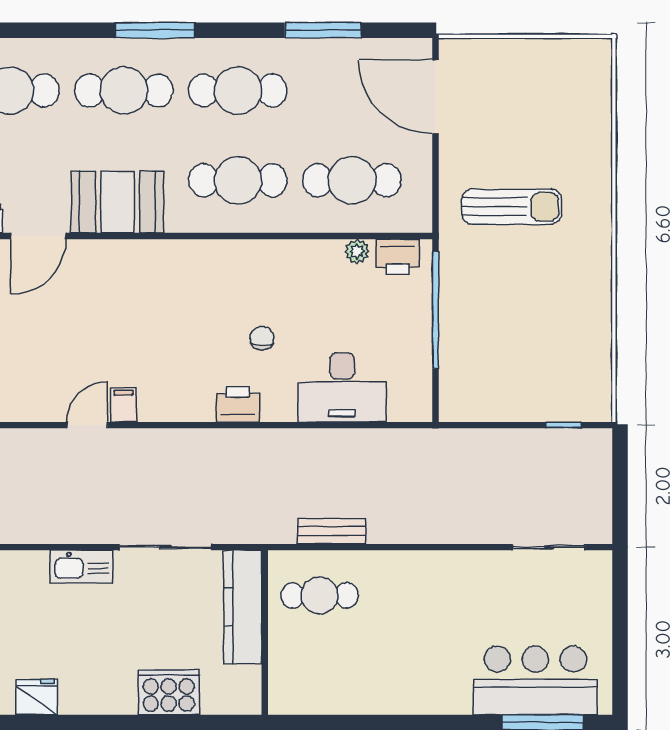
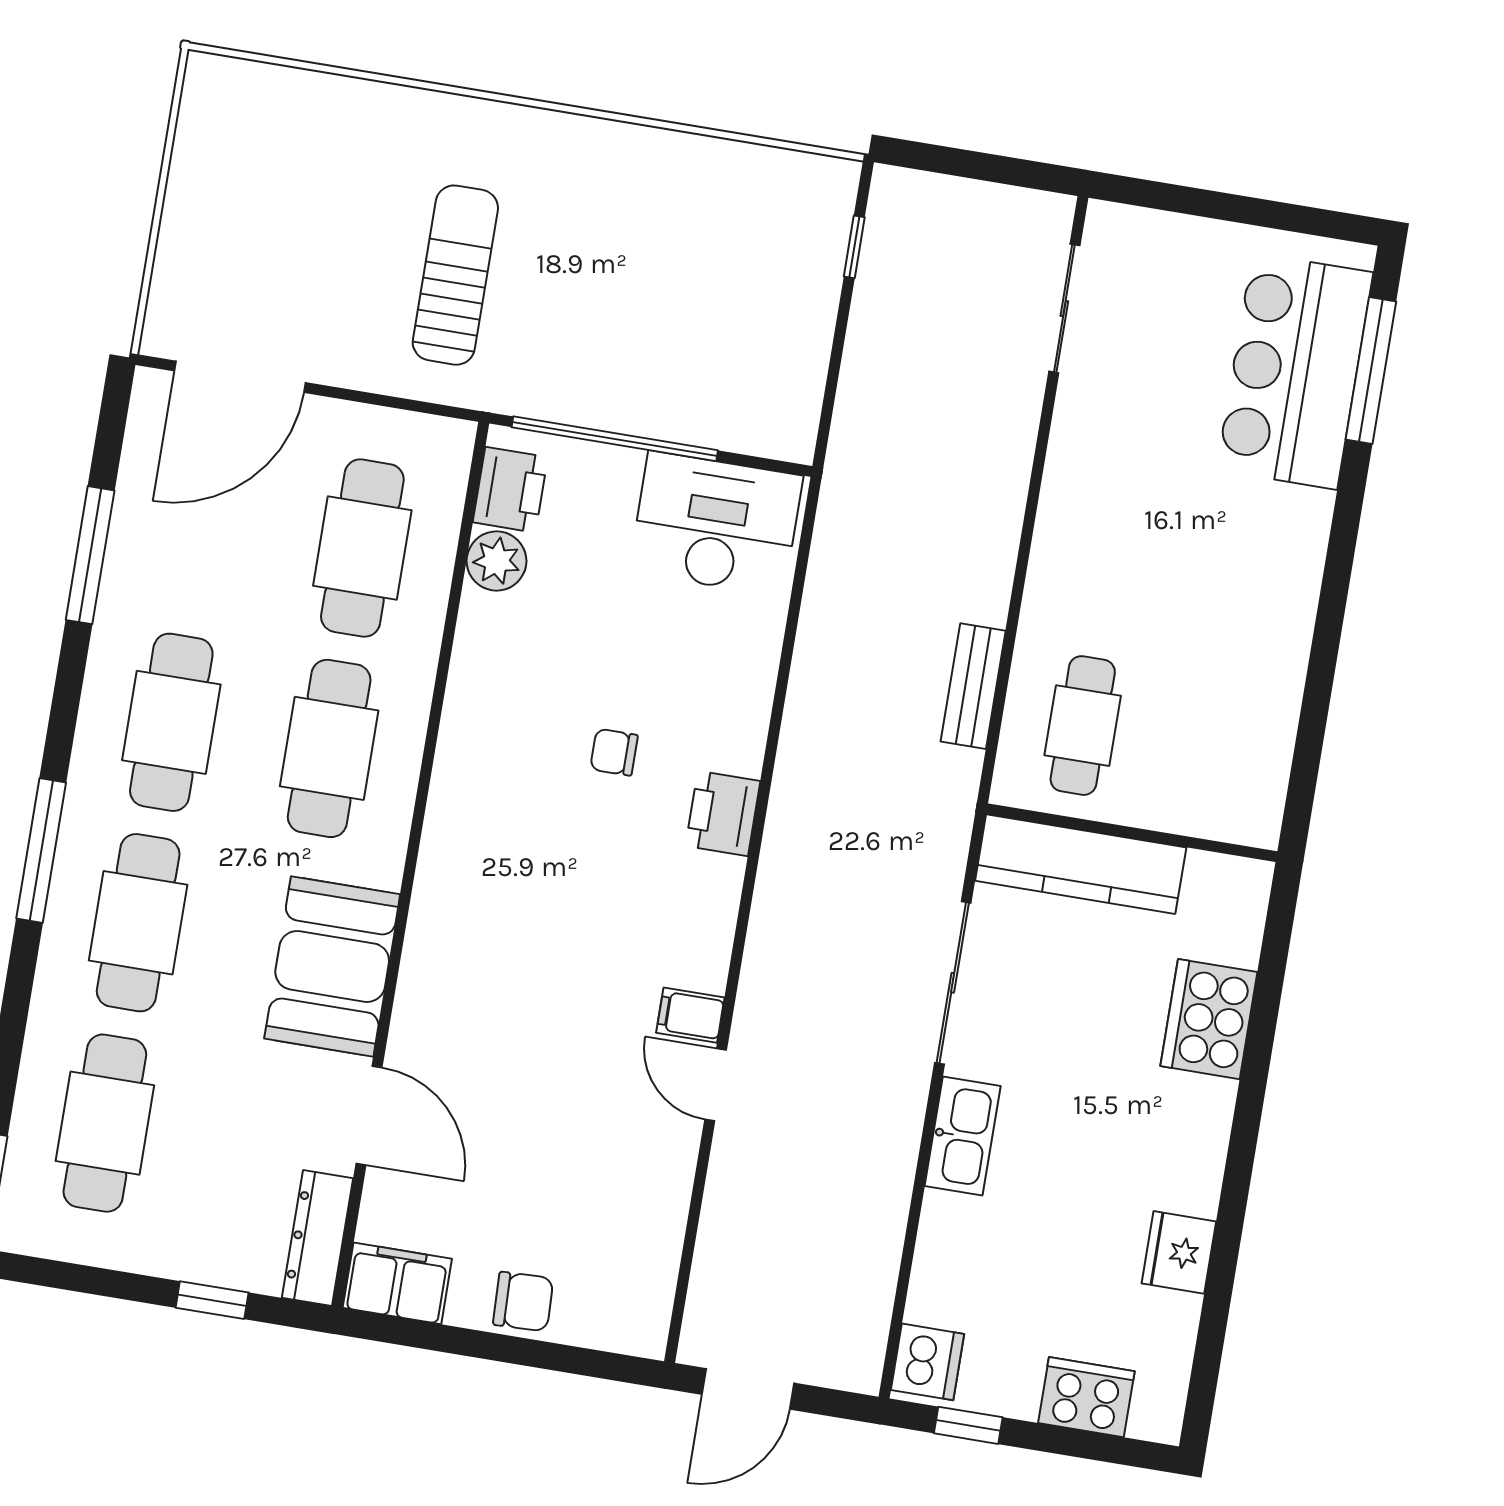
plant: (357, 251) -> (497, 561), width x1.38, depth x1.38
desk: (342, 387) -> (716, 524), moved, turned -90

